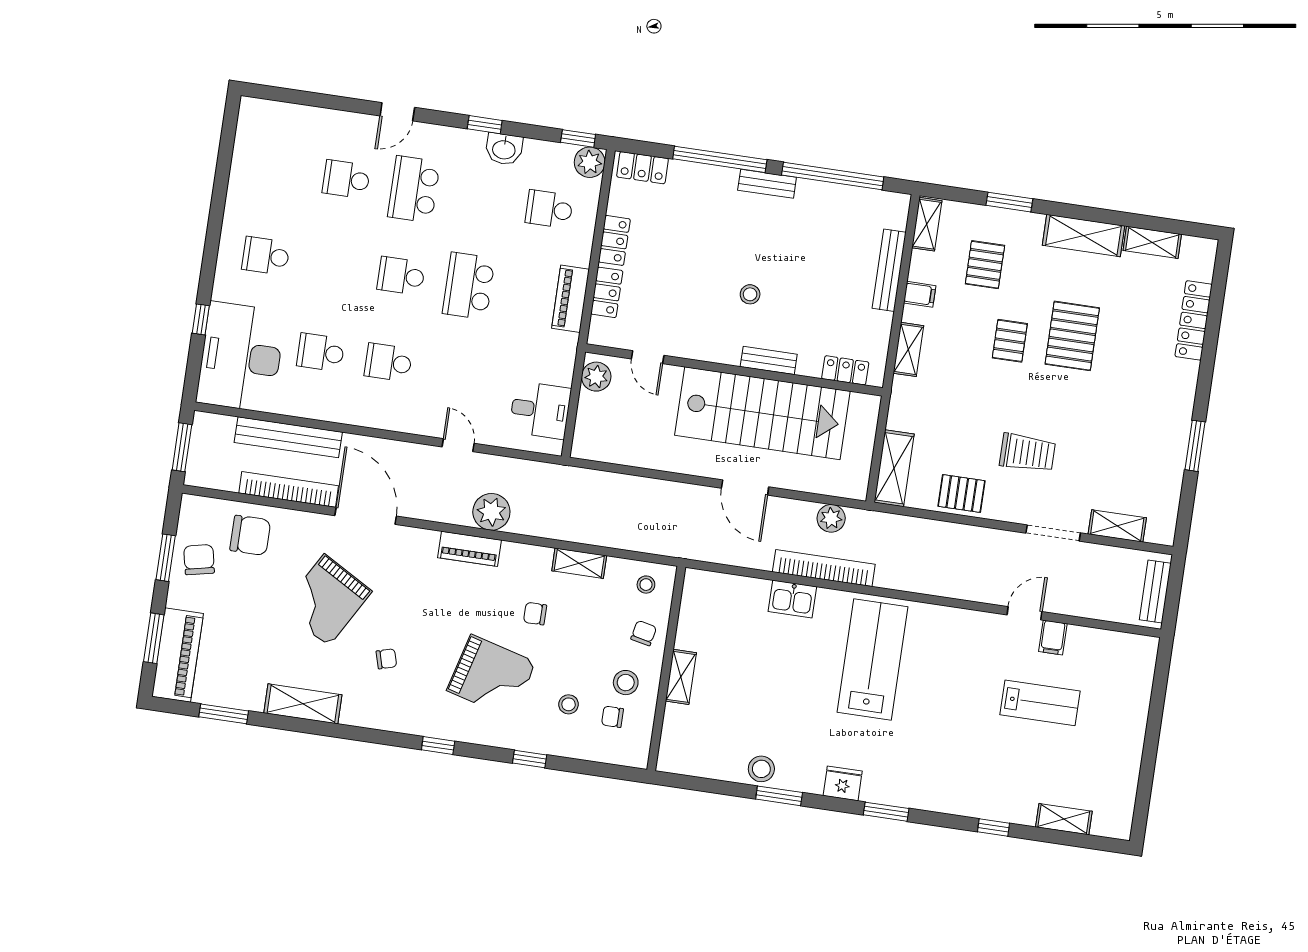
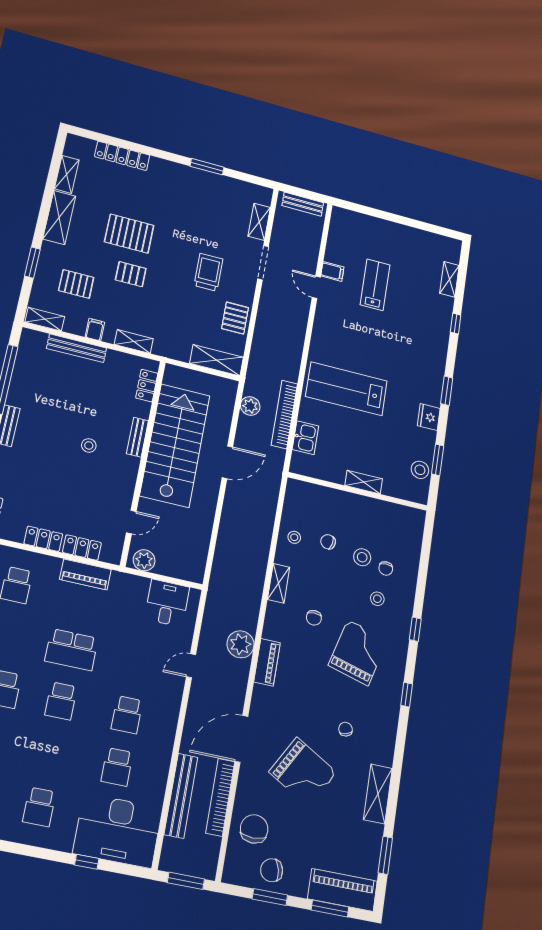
wall: (666, 668) -> (358, 491), moved
shelving: (681, 677) -> (364, 482), moved

